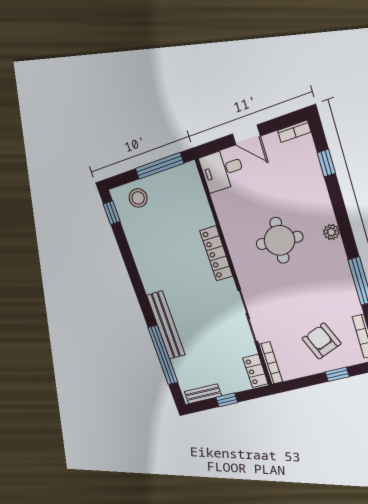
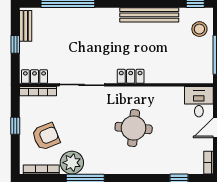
plant: (331, 232) -> (72, 163), moved, width x1.87, depth x1.87
locker: (216, 254) -> (131, 76), width x0.66
bench: (166, 325) -> (149, 15), moved
window: (337, 374) -> (15, 126), moved

